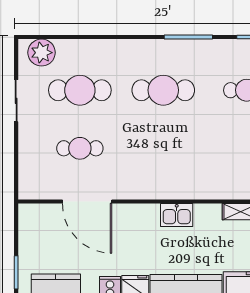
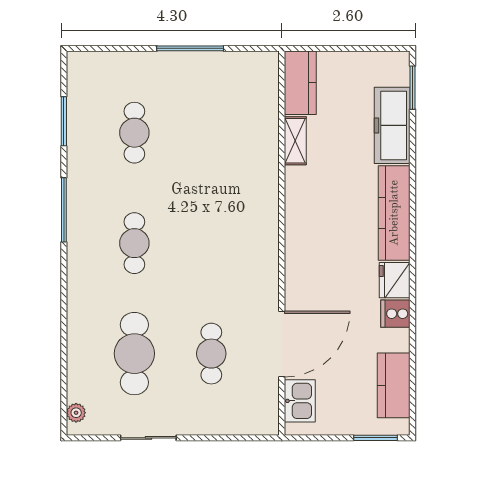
plant: (42, 53) -> (76, 413), width x0.53, depth x0.53
cafe table: (163, 90) -> (134, 243), width x0.73, depth x0.74
kitchen sink: (177, 215) -> (300, 401), moved

